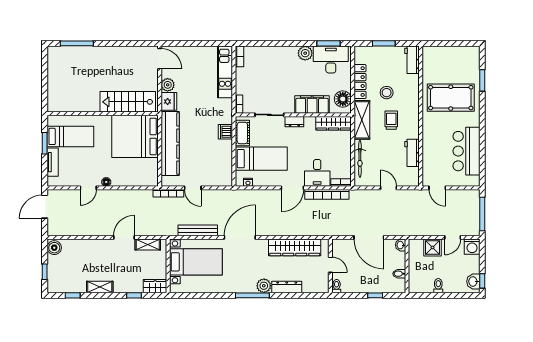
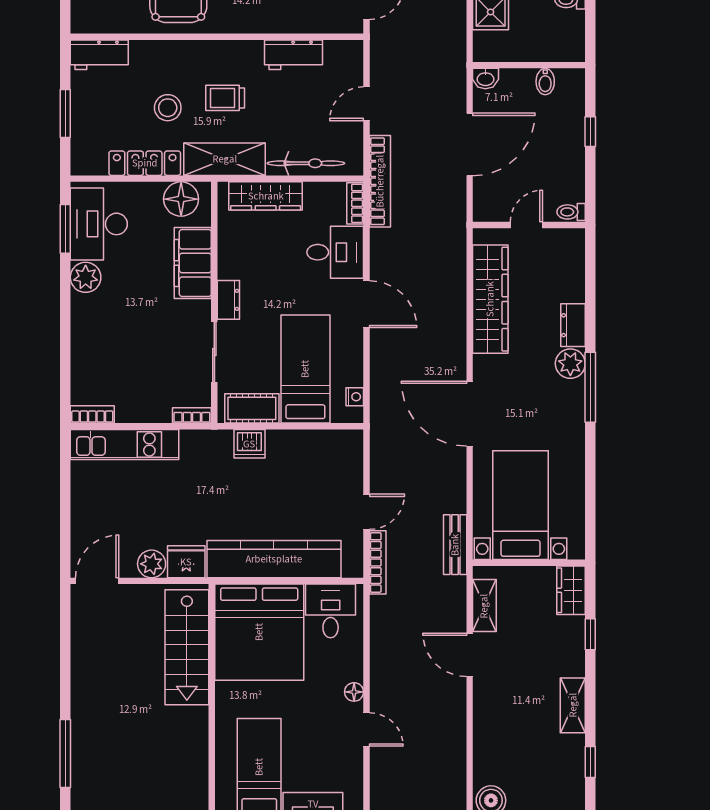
wardrobe: (333, 123) -> (266, 196), moved, turned 90
desk: (145, 171) -> (331, 611), added
bookcase: (327, 194) -> (380, 181), moved
bench: (198, 230) -> (455, 545), moved, width x0.73
dresser: (287, 287) -> (573, 325), width x0.70

